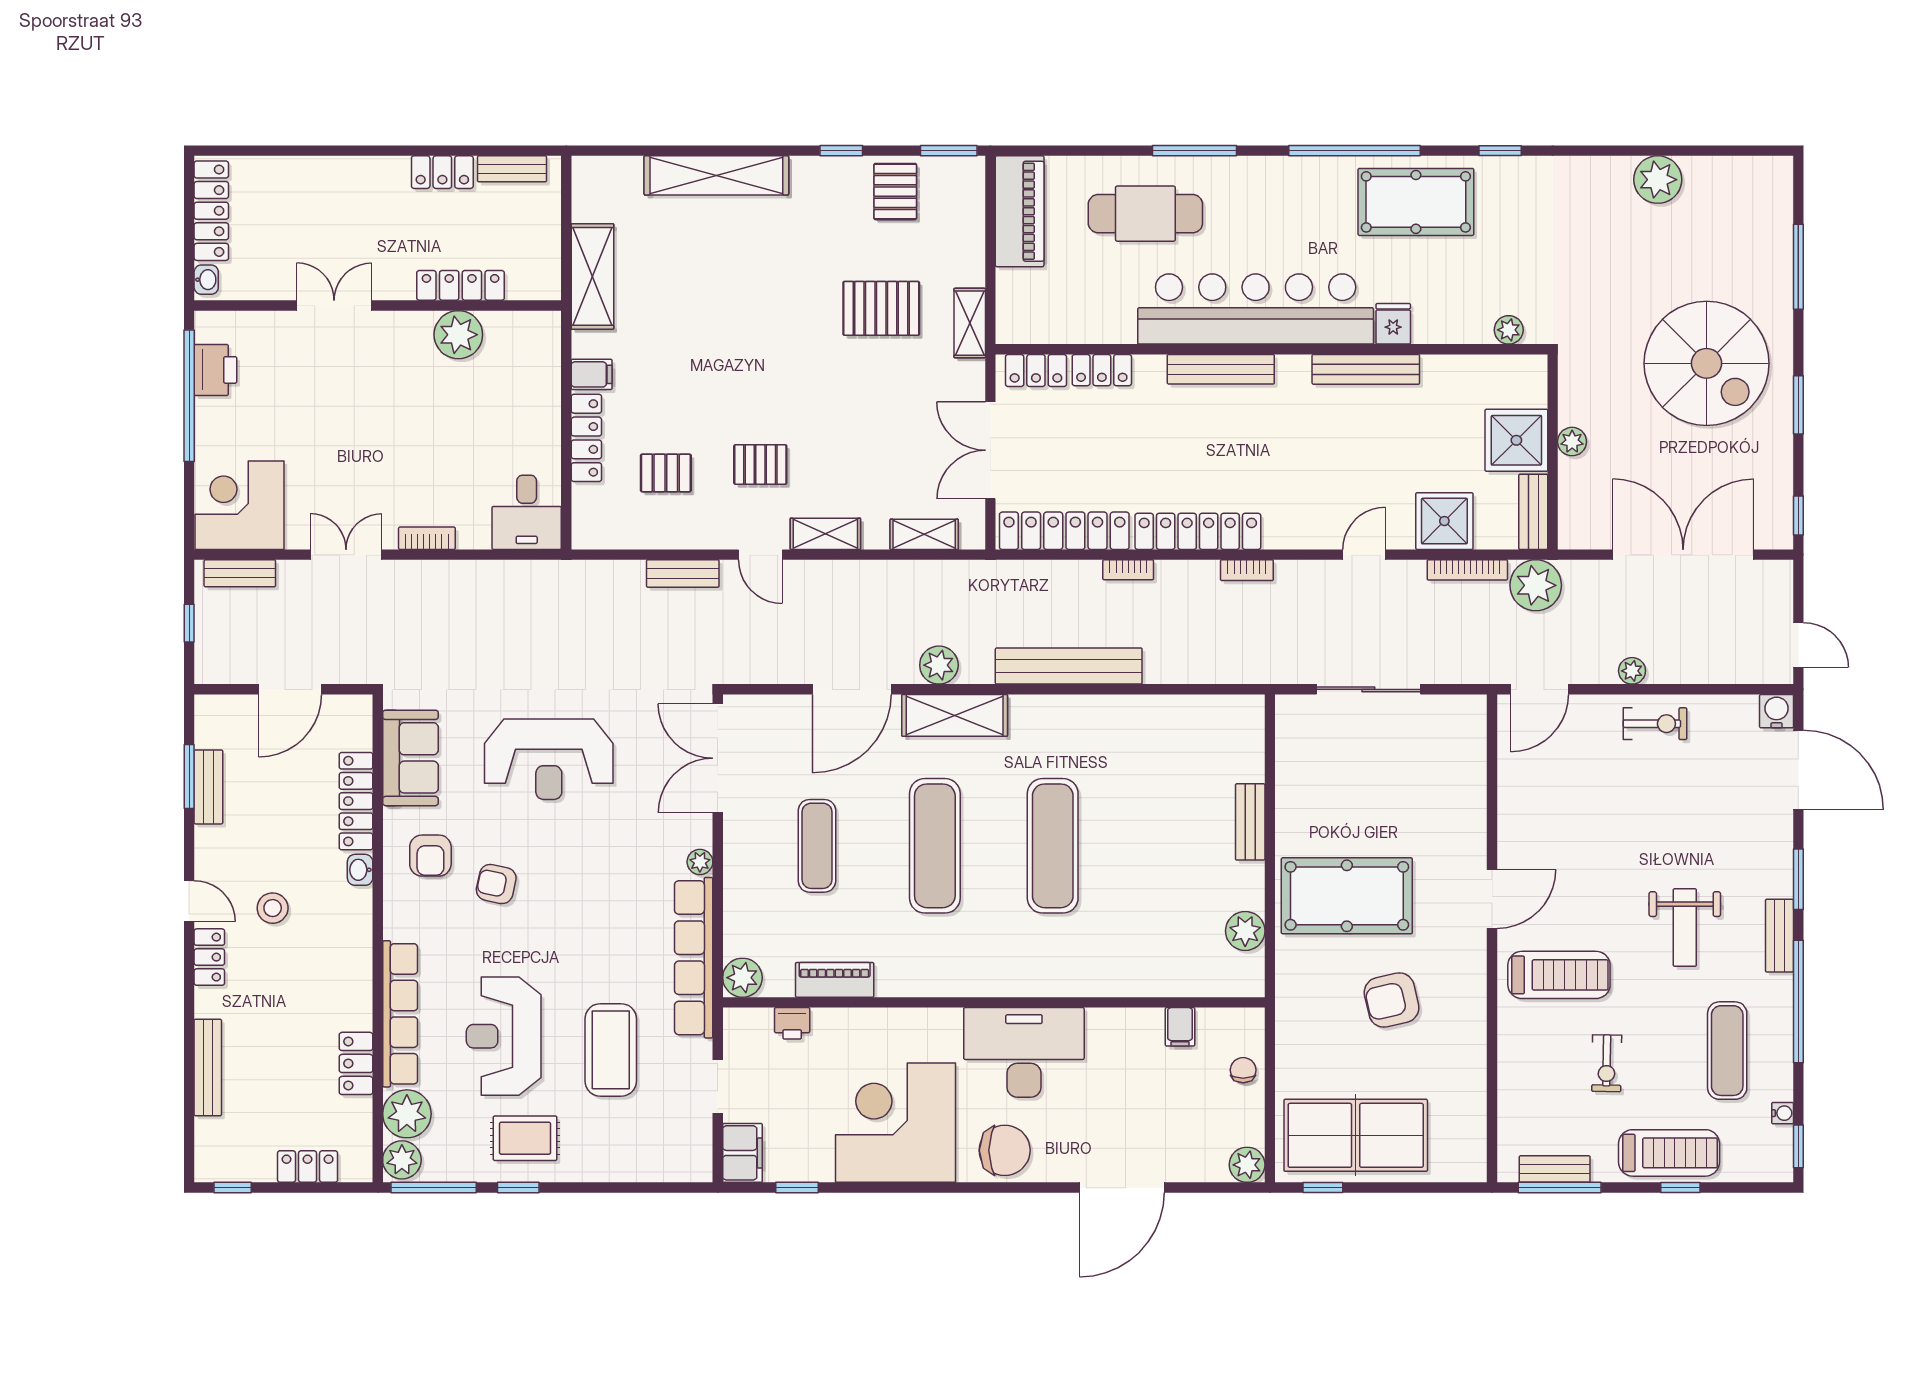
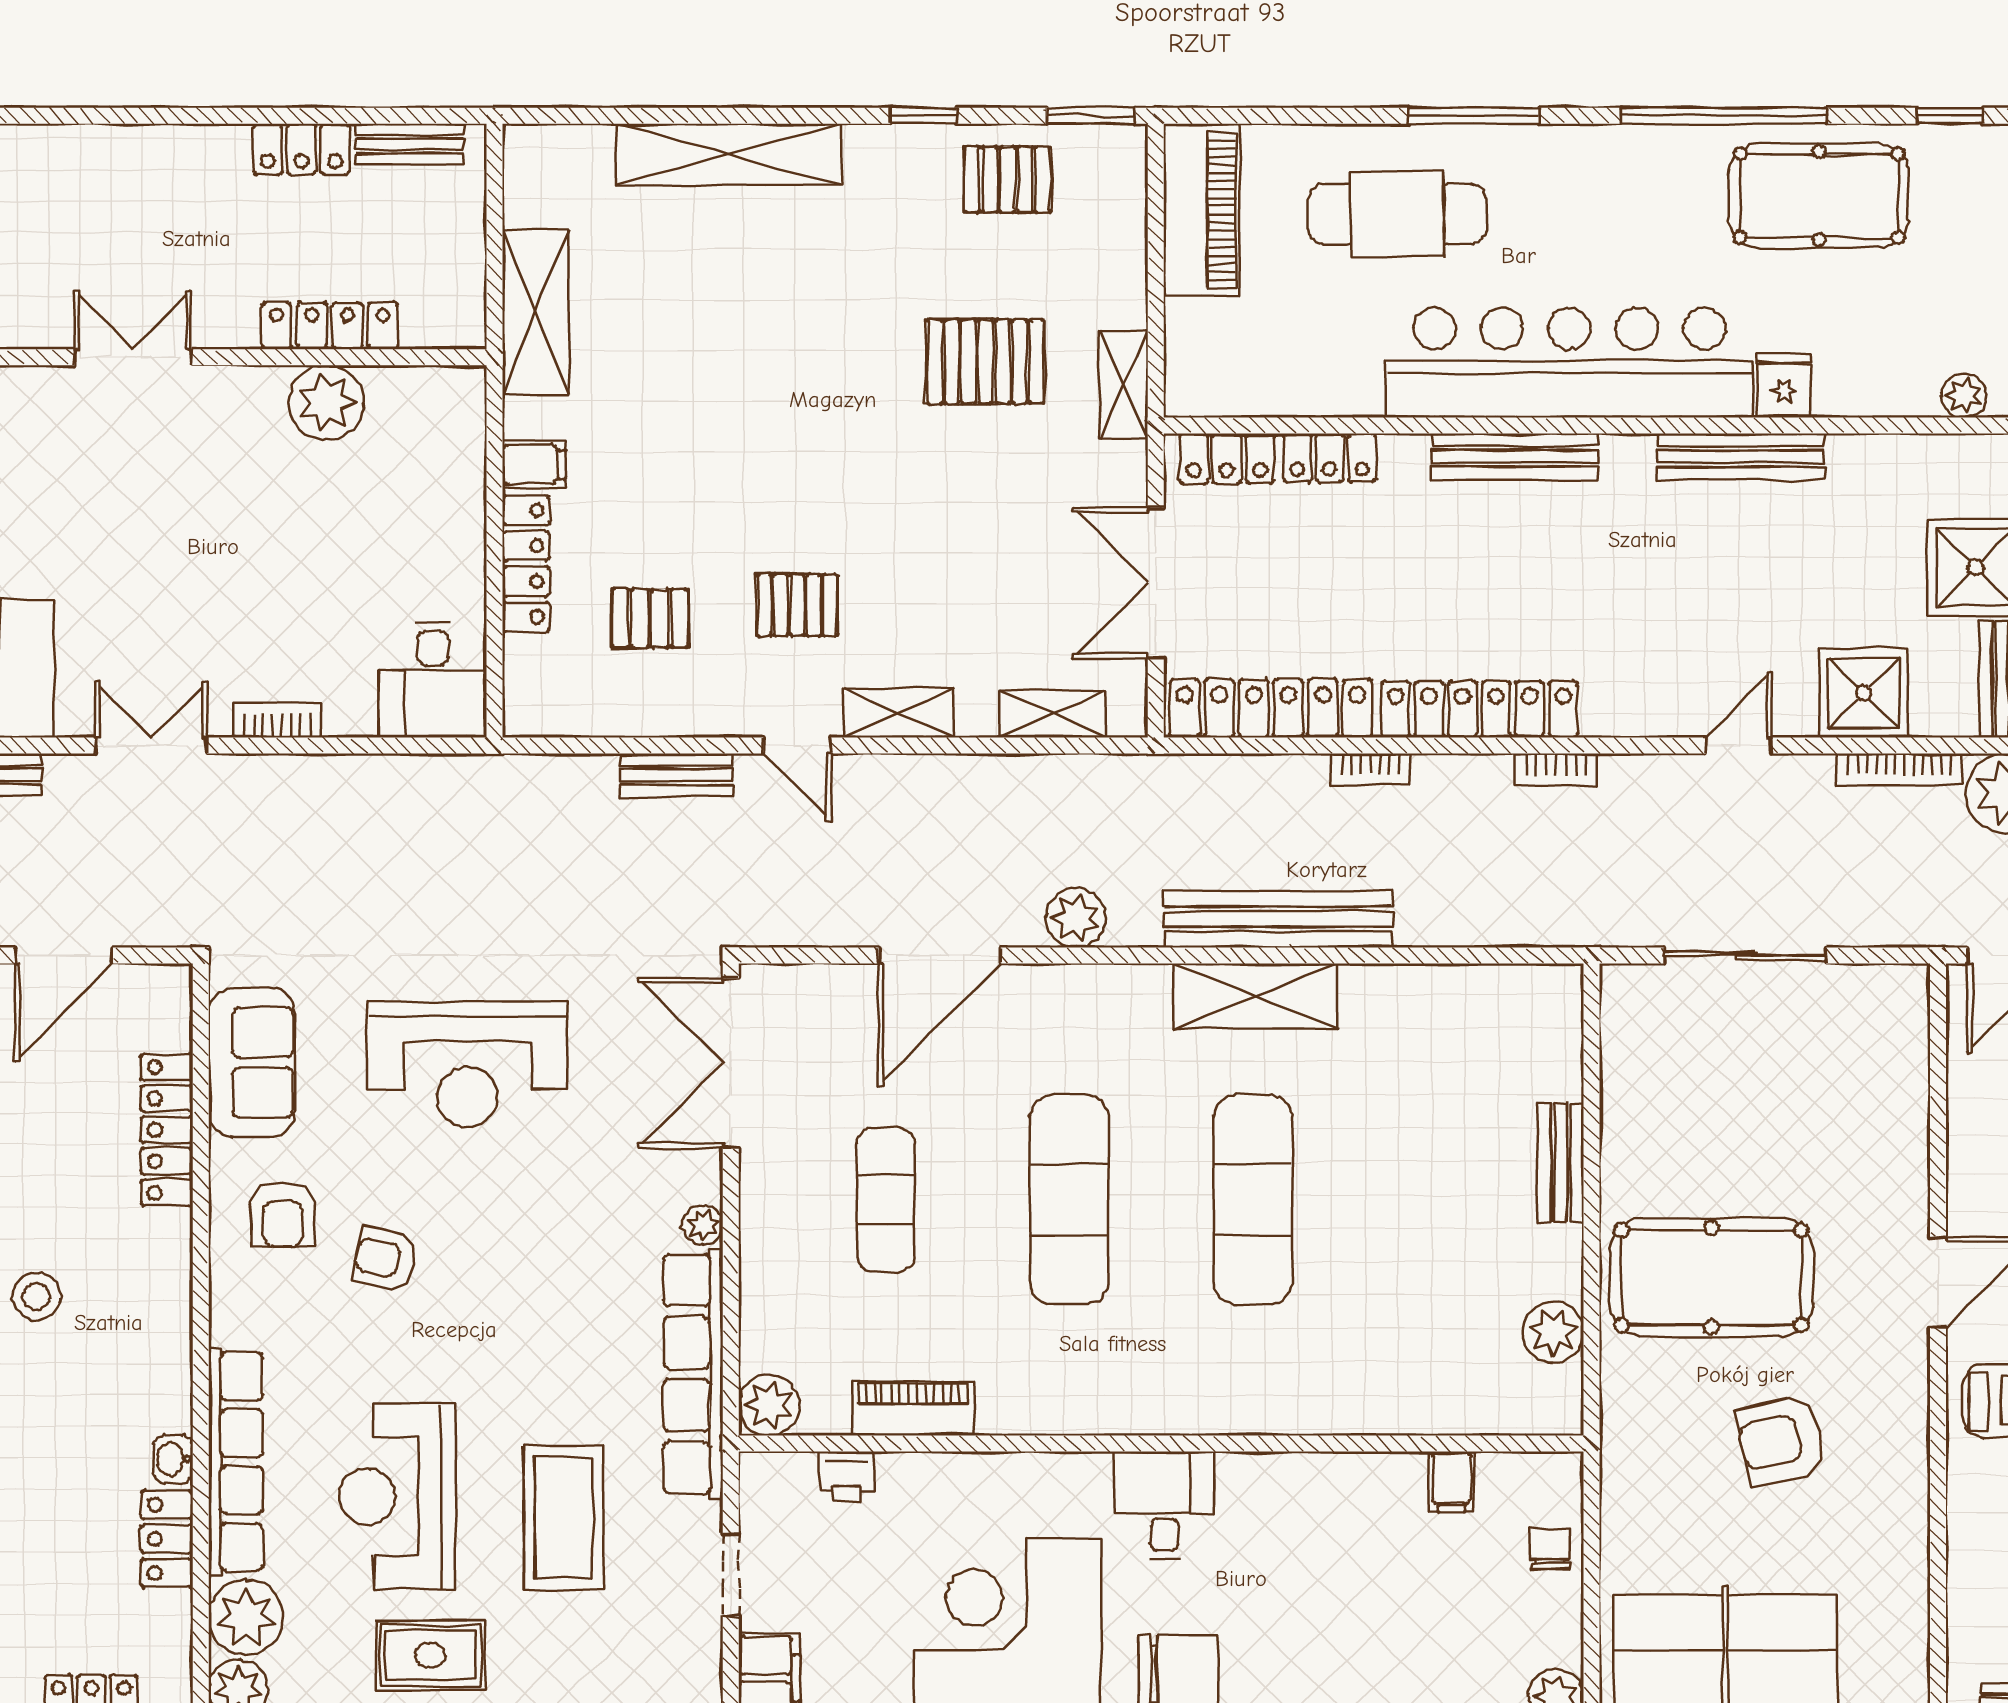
pallet: (895, 192) -> (1007, 179), turned 90
shelving: (955, 715) -> (1255, 996), moved
washbasin: (360, 870) -> (173, 1459), moved
desk: (1024, 1052) -> (1165, 1505), width x0.53, depth x0.77

